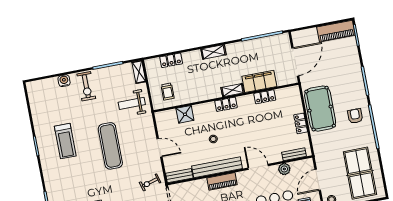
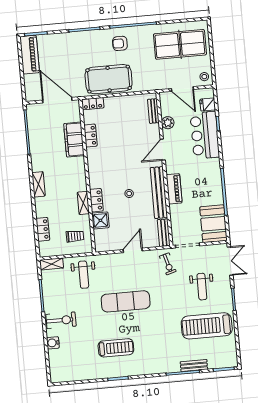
shelving: (232, 90) -> (83, 203), moved
locker: (226, 104) -> (96, 200), moved
locker: (301, 123) -> (93, 104), moved

